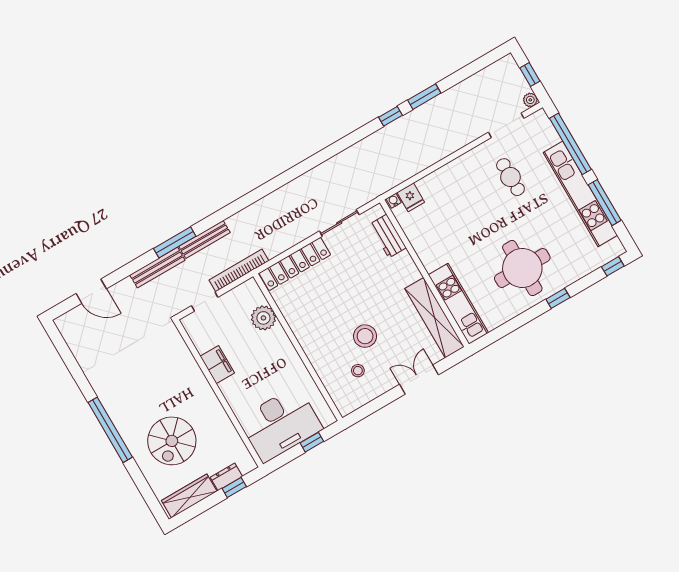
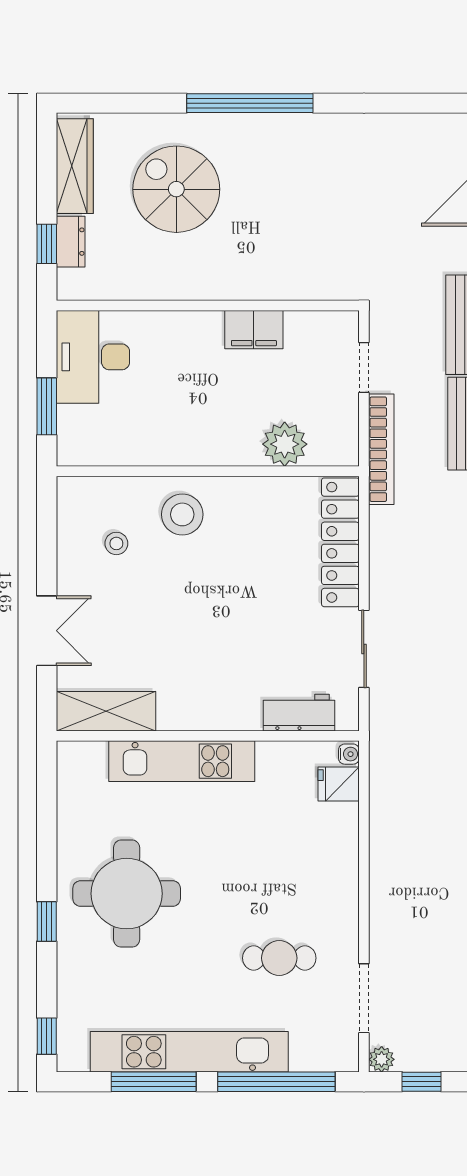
kitchen unit: (458, 304) -> (182, 761), moved
shelving: (434, 318) -> (106, 711), width x0.68
stool: (365, 336) -> (182, 514), moved
desk: (280, 424) -> (93, 357), width x0.73, depth x0.77
window: (312, 442) -> (47, 406), width x1.50

